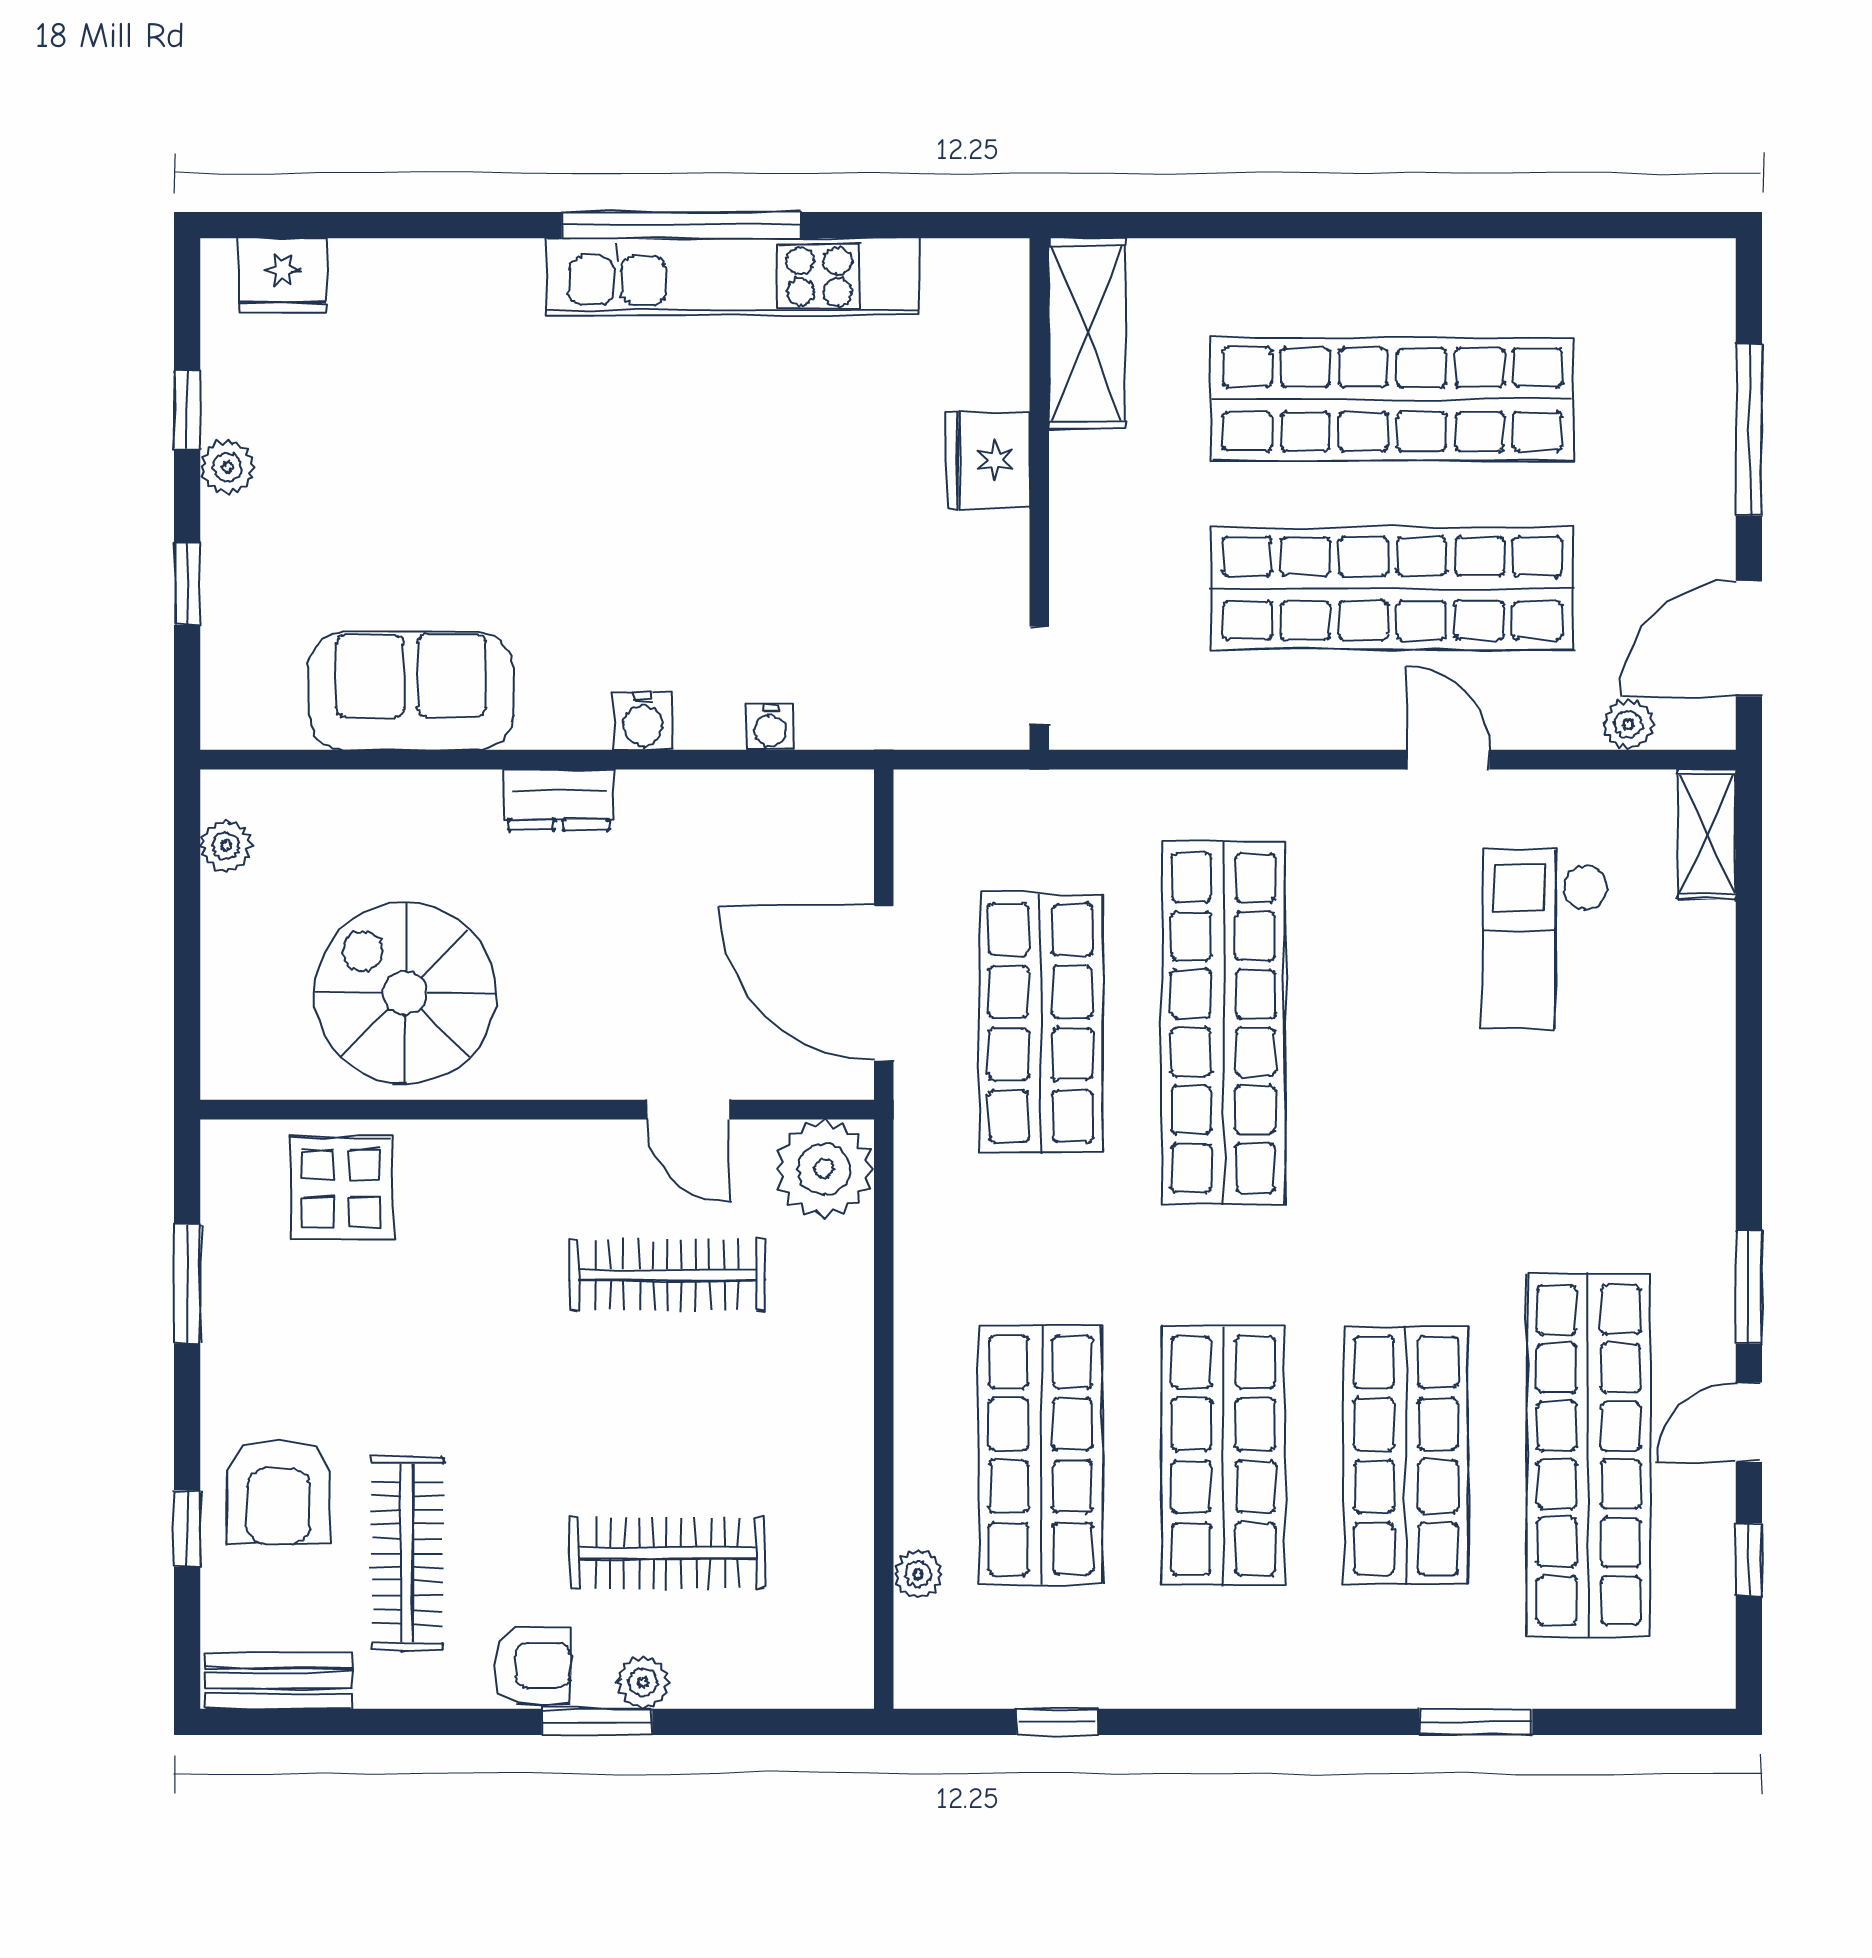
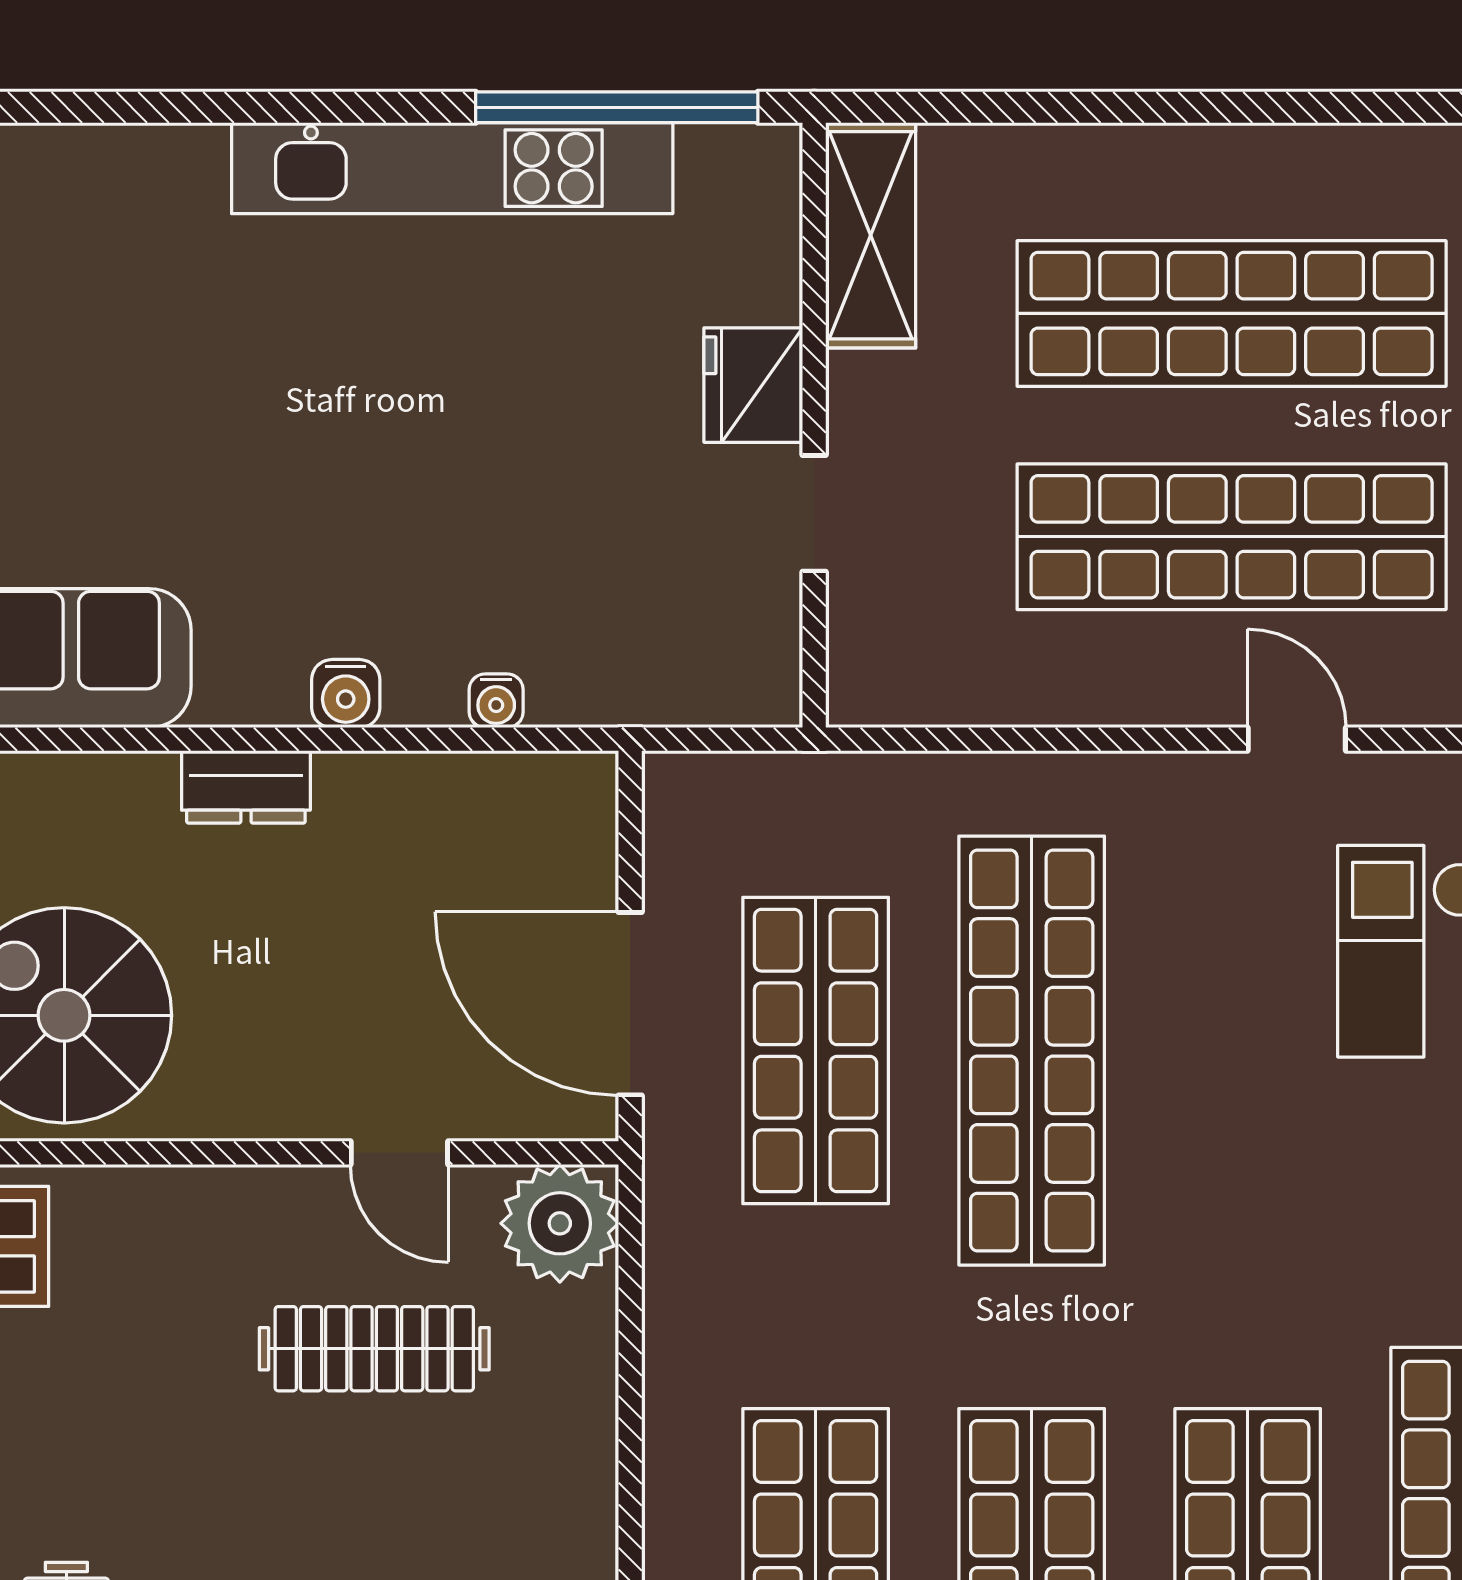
window: (681, 225) -> (617, 107), moved
doorway: (1039, 676) -> (814, 513), moved

